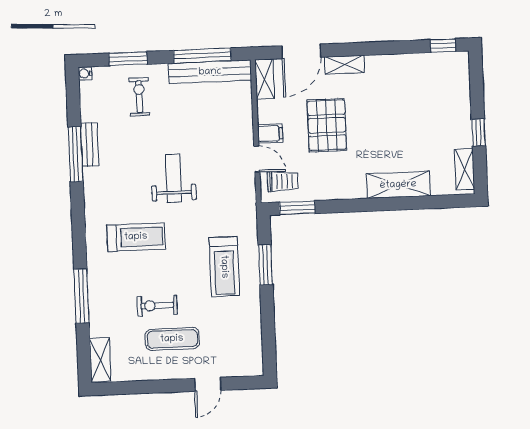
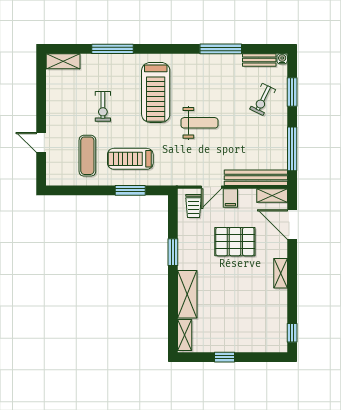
shelving: (344, 65) -> (281, 273), moved
bench: (210, 72) -> (256, 178), moved, turned 90
exercise bike: (139, 97) -> (263, 99), turned 116
bench: (90, 145) -> (259, 60), moved
shelving: (465, 169) -> (185, 335), moved, turned 90
window: (297, 208) -> (173, 252), moved
treadmill: (136, 237) -> (156, 92), width x1.37, depth x1.38
exercise bike: (157, 305) -> (103, 106), turned 180
exercise mat: (172, 339) -> (87, 156), moved

